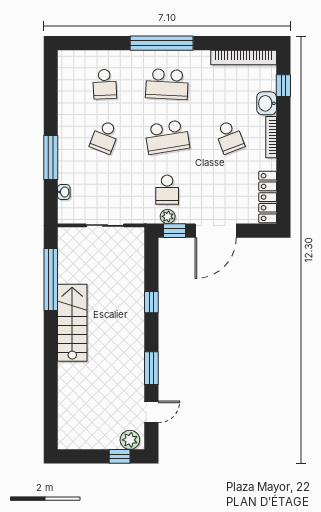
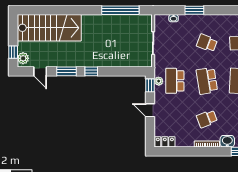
window: (51, 158) -> (194, 10), width x0.69
school desk: (167, 190) -> (175, 81), width x1.85
locker: (268, 197) -> (165, 142), width x0.66
door: (216, 231) -> (150, 110), width x0.53
window: (151, 302) -> (91, 71), moved
stairs: (72, 323) -> (49, 28), moved, width x1.36, depth x1.51

